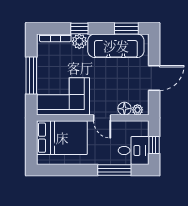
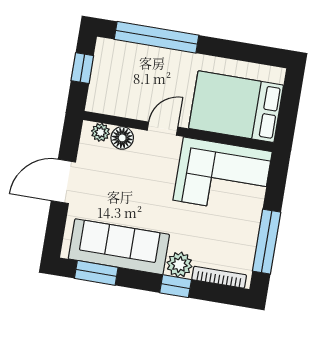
window: (31, 76) -> (267, 242), moved
door: (102, 118) -> (163, 129), hinge flipped
desk: (134, 150) -> (119, 65), removed
window: (114, 170) -> (157, 37), width x1.46

